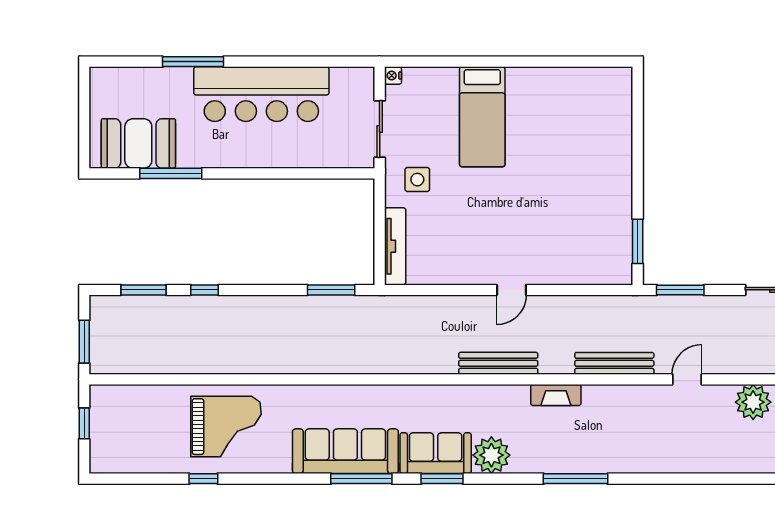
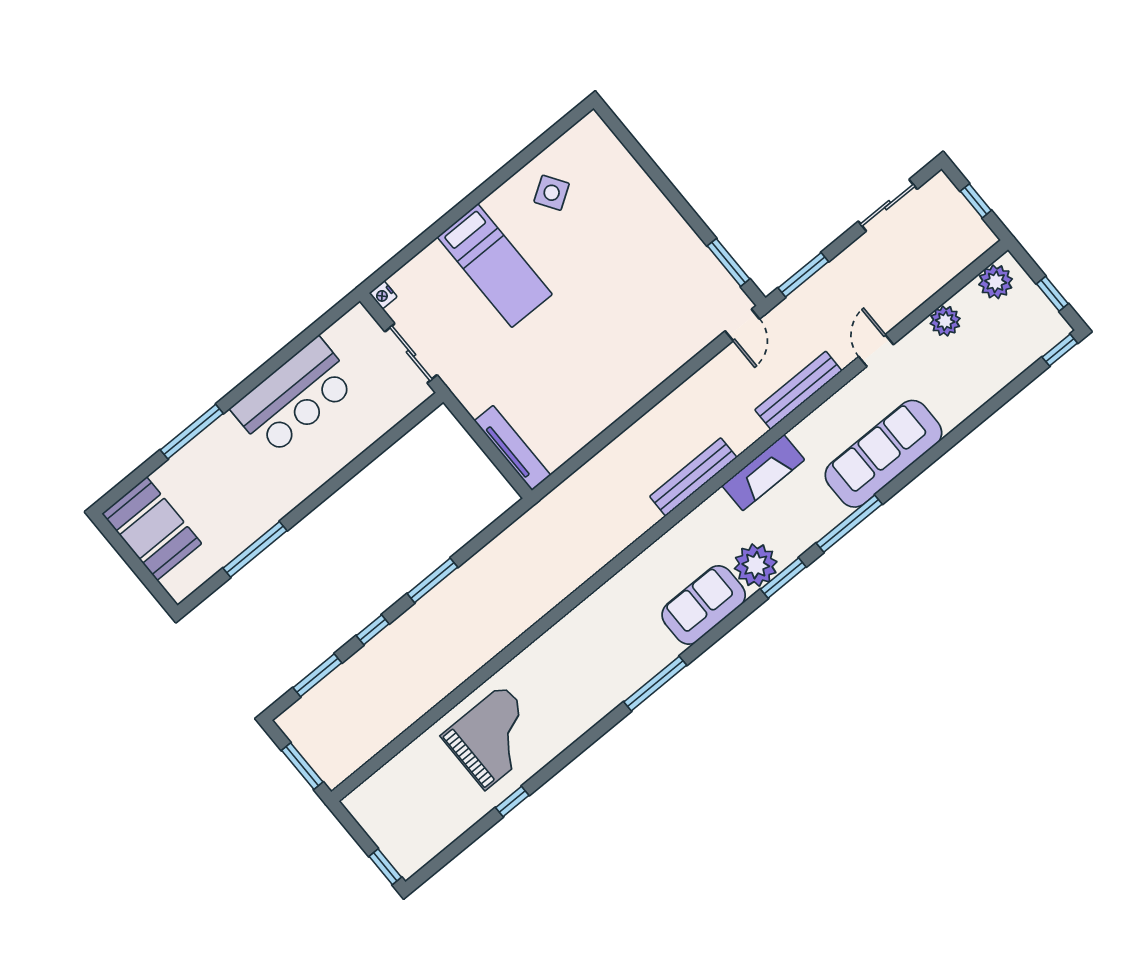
bar counter: (261, 94) -> (294, 397), width x0.73
booth: (138, 144) -> (152, 529), moved, turned 90
side table: (417, 180) -> (552, 193), moved, turned -33
window: (331, 290) -> (432, 580), moved
door: (511, 290) -> (742, 325), moved
fireplace: (556, 395) -> (763, 473), width x1.37, depth x1.32
plant: (753, 402) -> (945, 321), width x0.73, depth x0.73
window: (84, 423) -> (385, 867), moved
sofa: (345, 451) -> (883, 454), moved
window: (442, 479) -> (783, 578), moved

